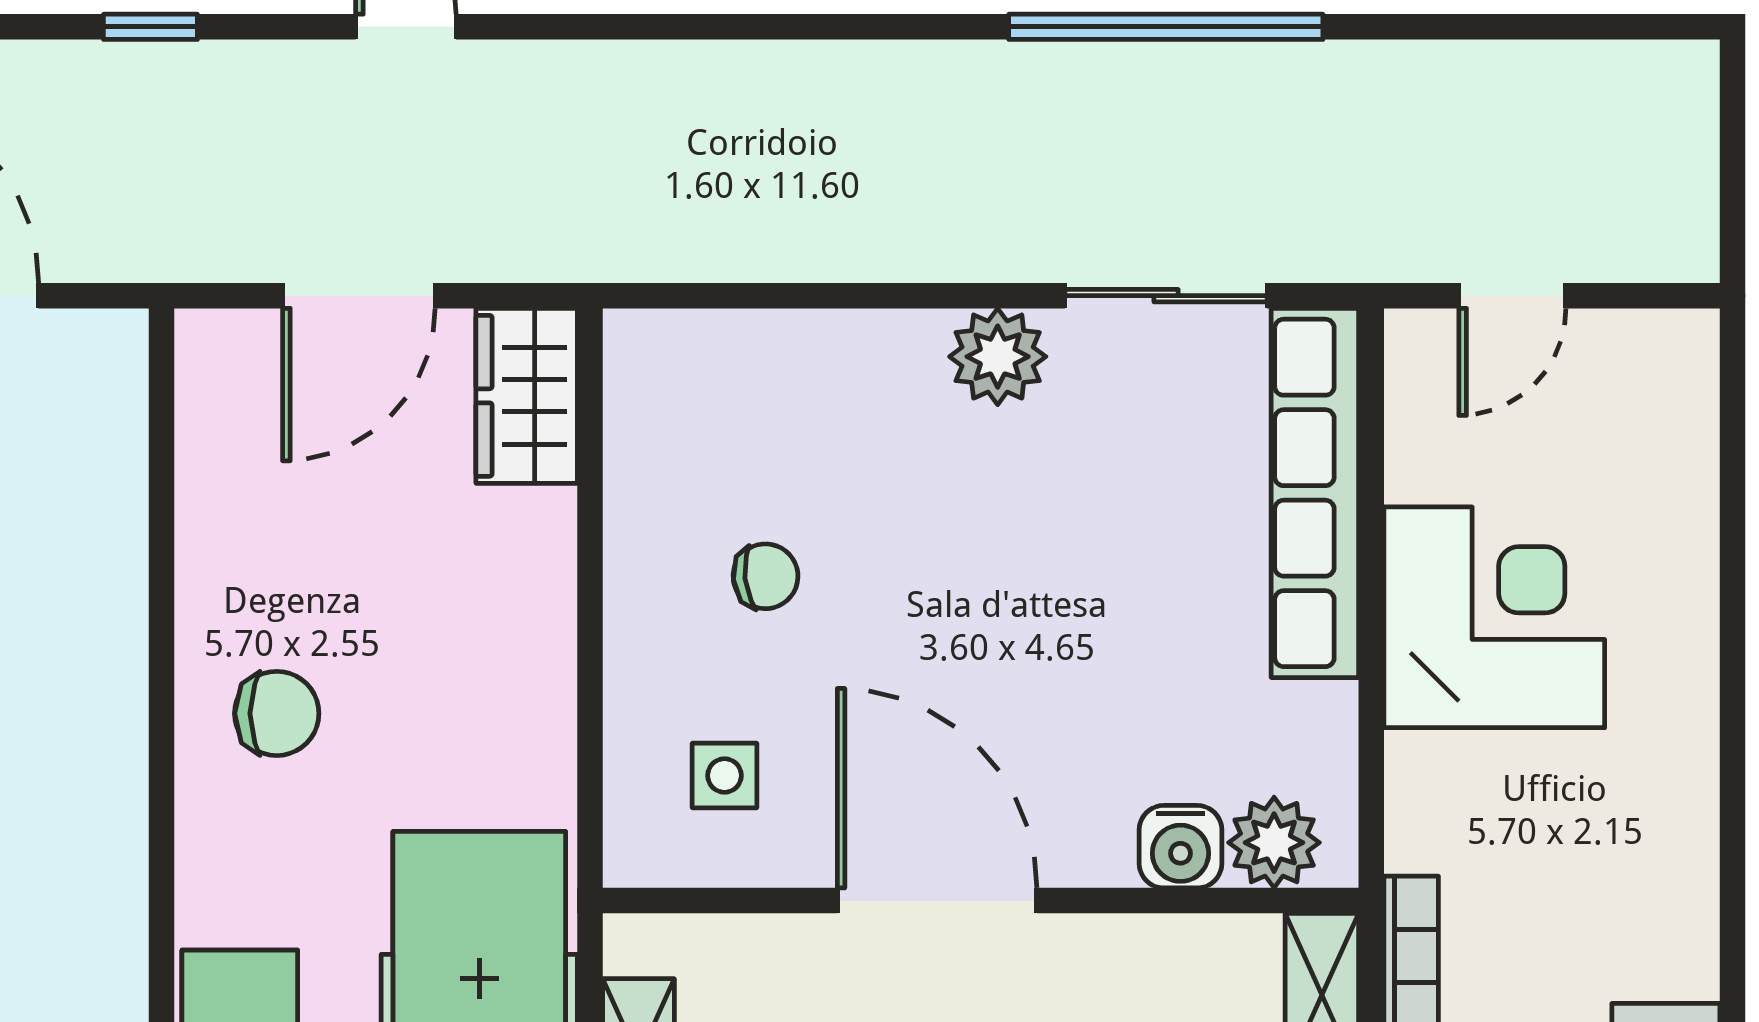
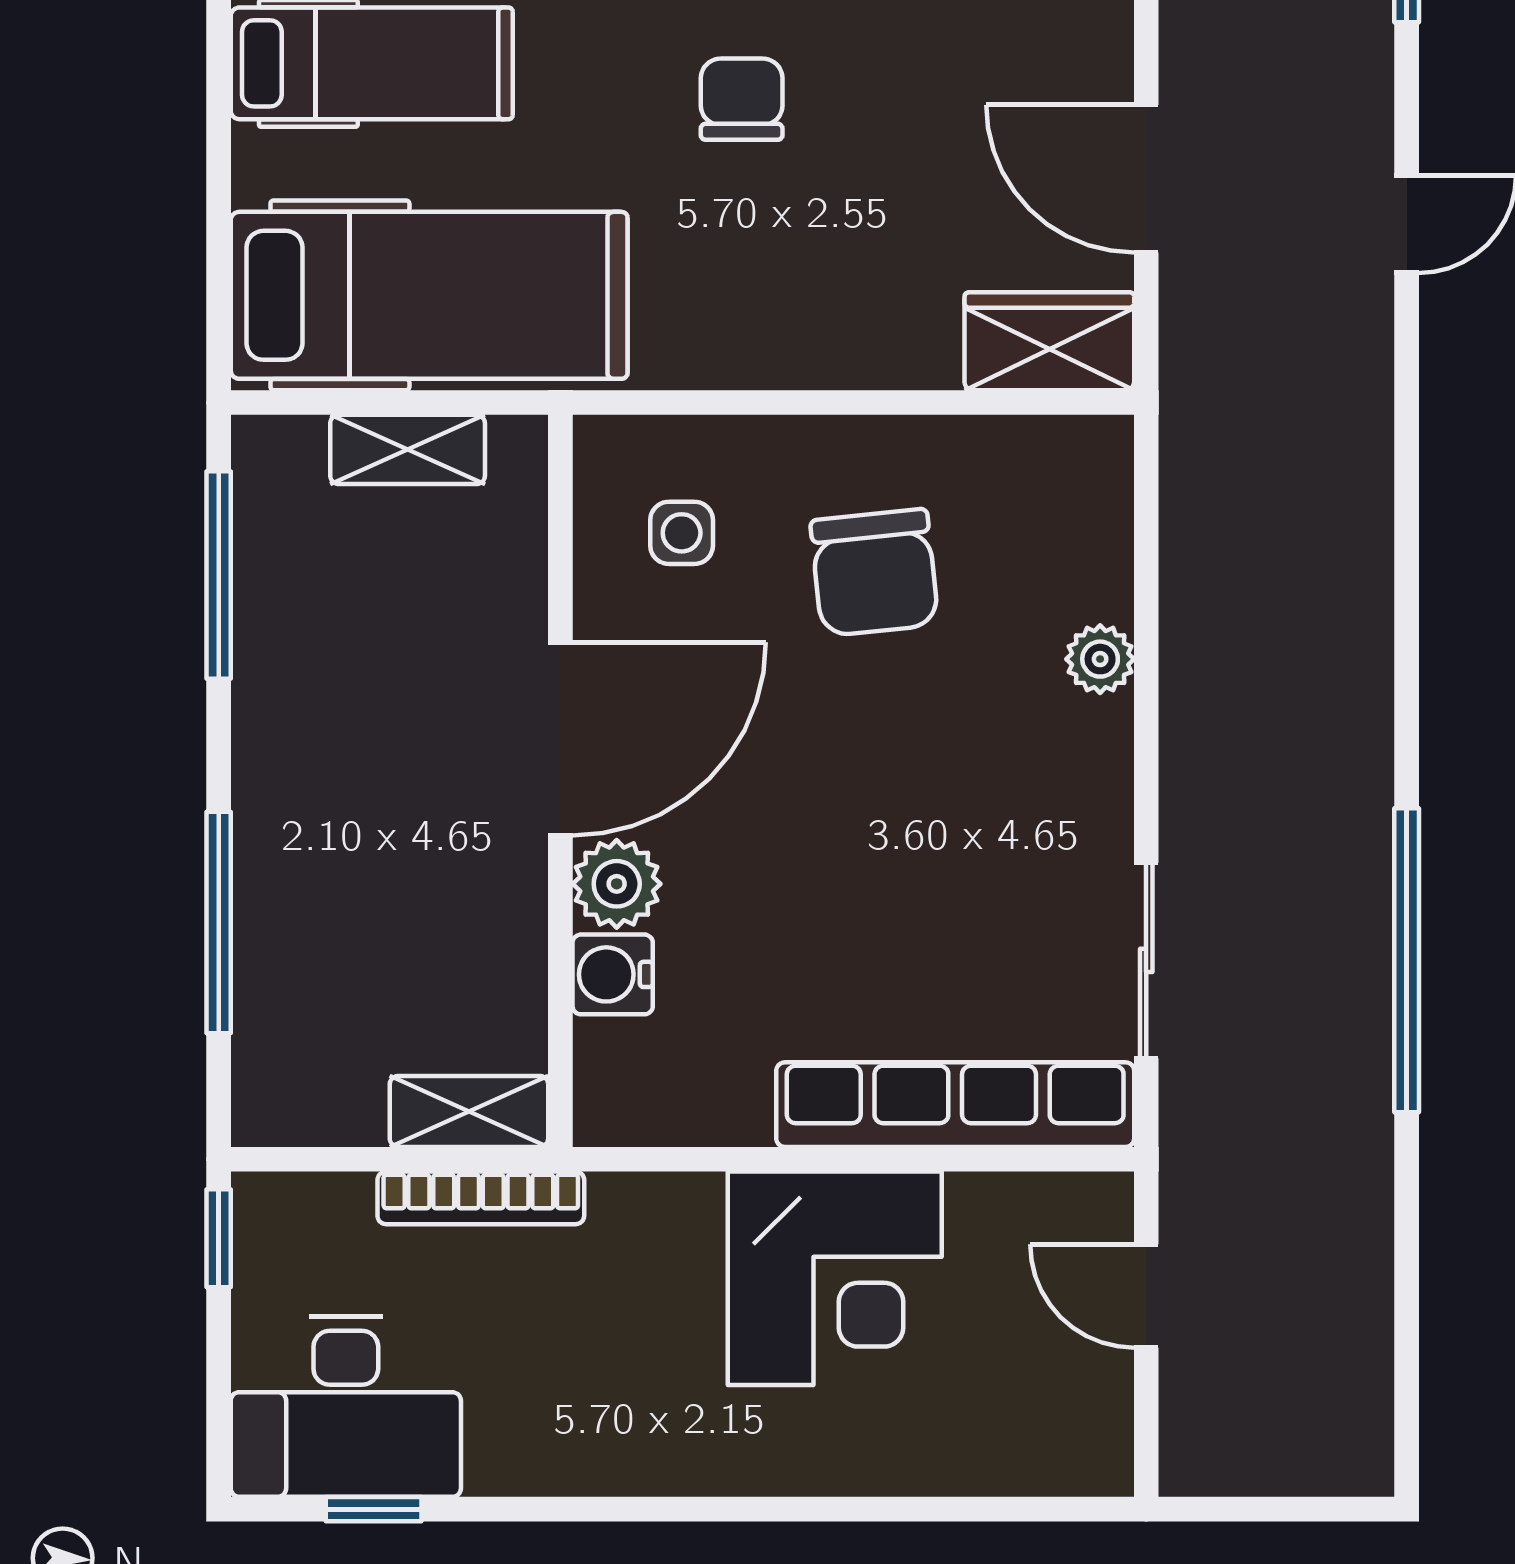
plant: (998, 357) -> (1100, 659), moved, width x0.73, depth x0.73
chair: (766, 576) -> (874, 573), width x1.87, depth x1.87
chair: (277, 713) -> (742, 99), turned 180
plant: (1274, 843) -> (617, 884), moved

